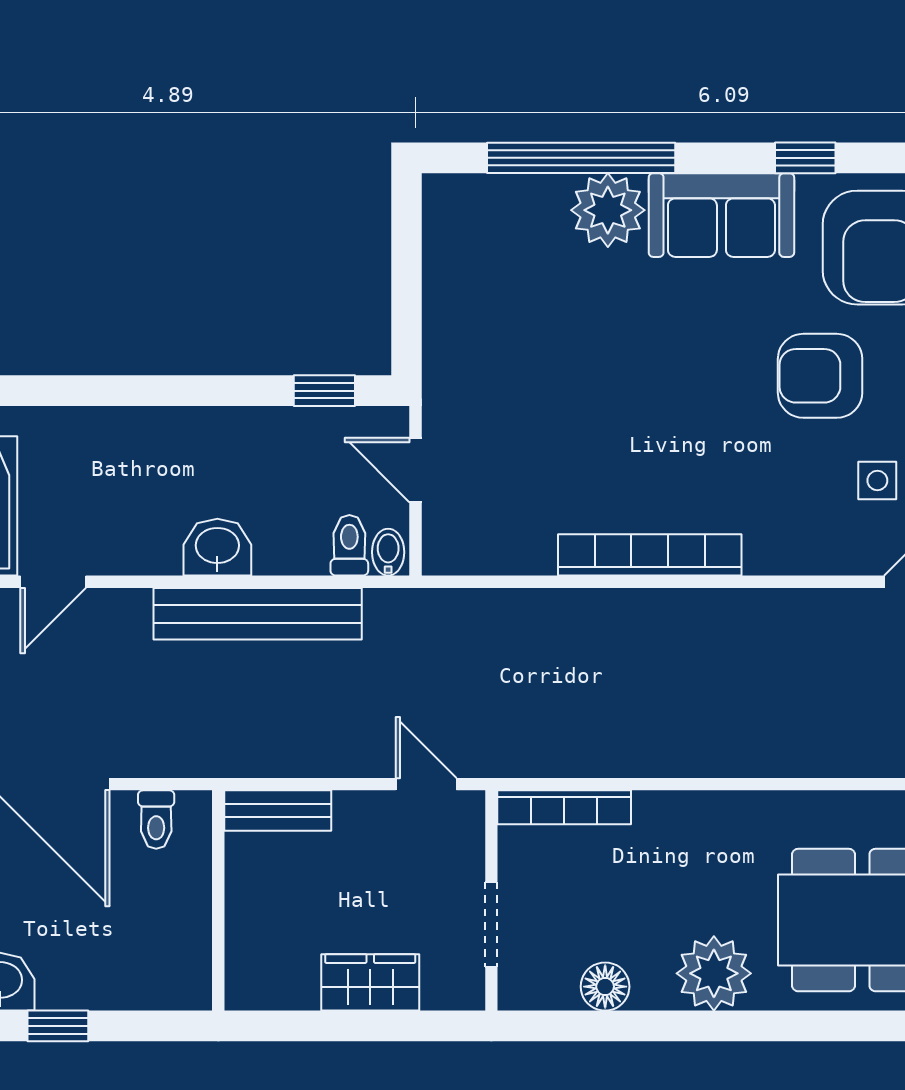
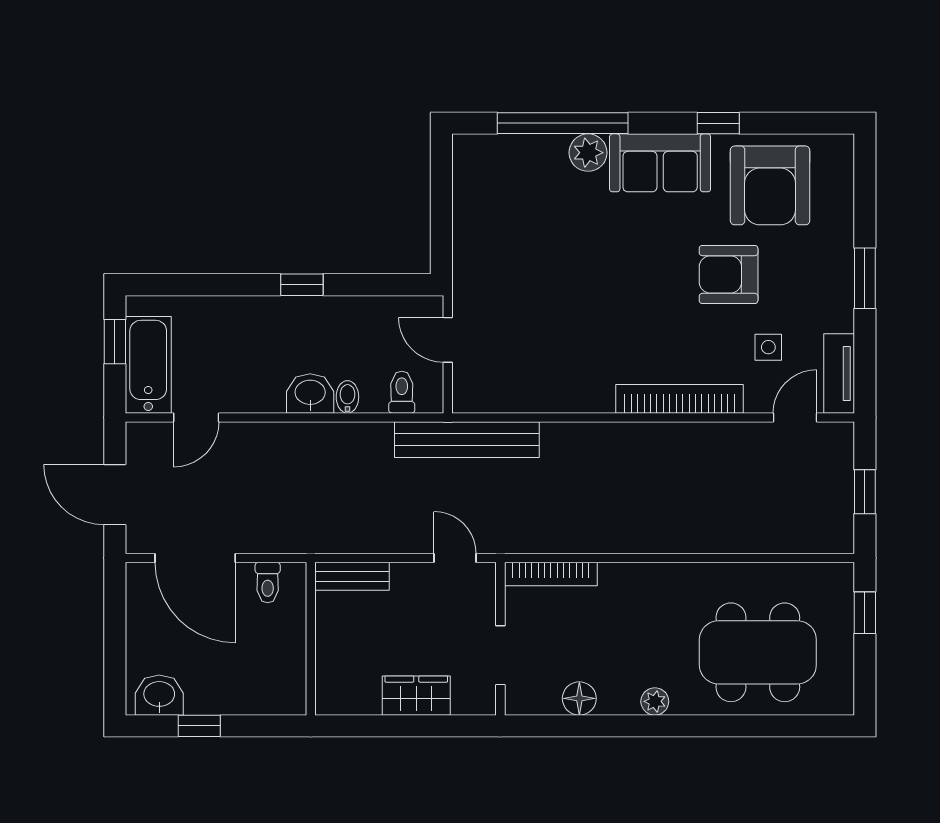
plant: (608, 210) -> (588, 153), width x0.73, depth x0.73
window: (324, 391) -> (302, 285), moved
bidet: (388, 552) -> (347, 397), moved
bookcase: (650, 555) -> (679, 399), moved
bench: (258, 614) -> (467, 440), moved
plant: (714, 973) -> (655, 701), width x0.53, depth x0.53

